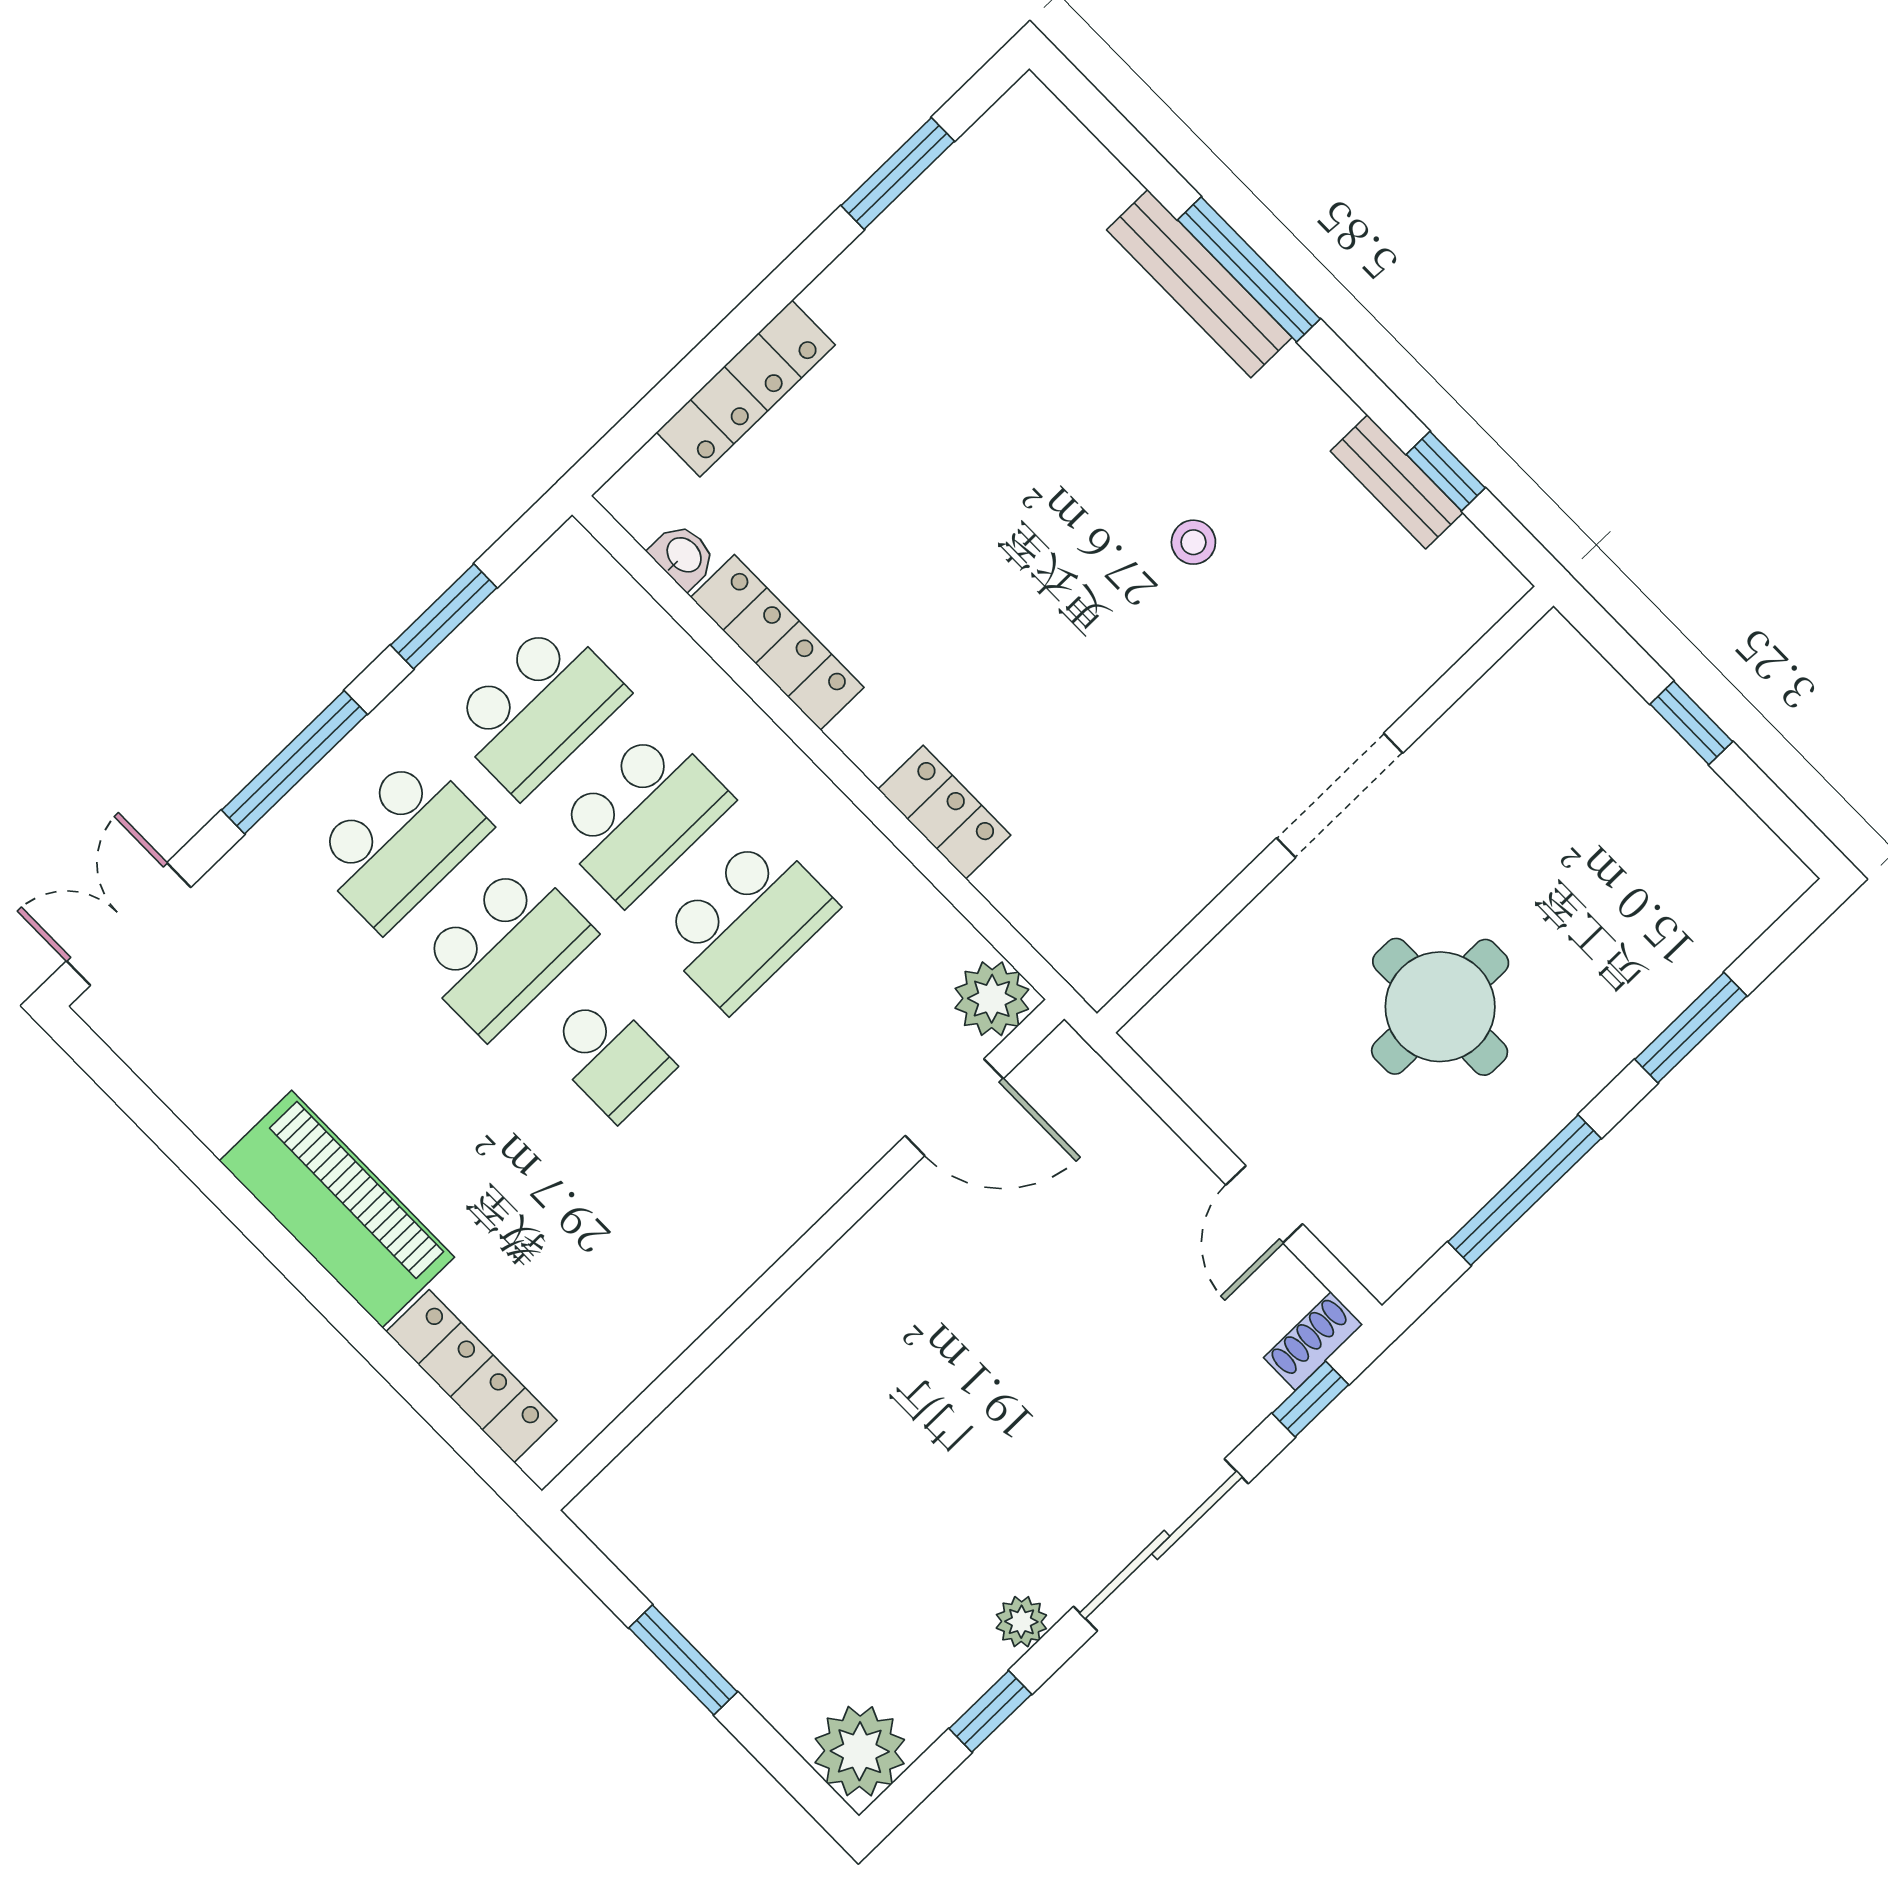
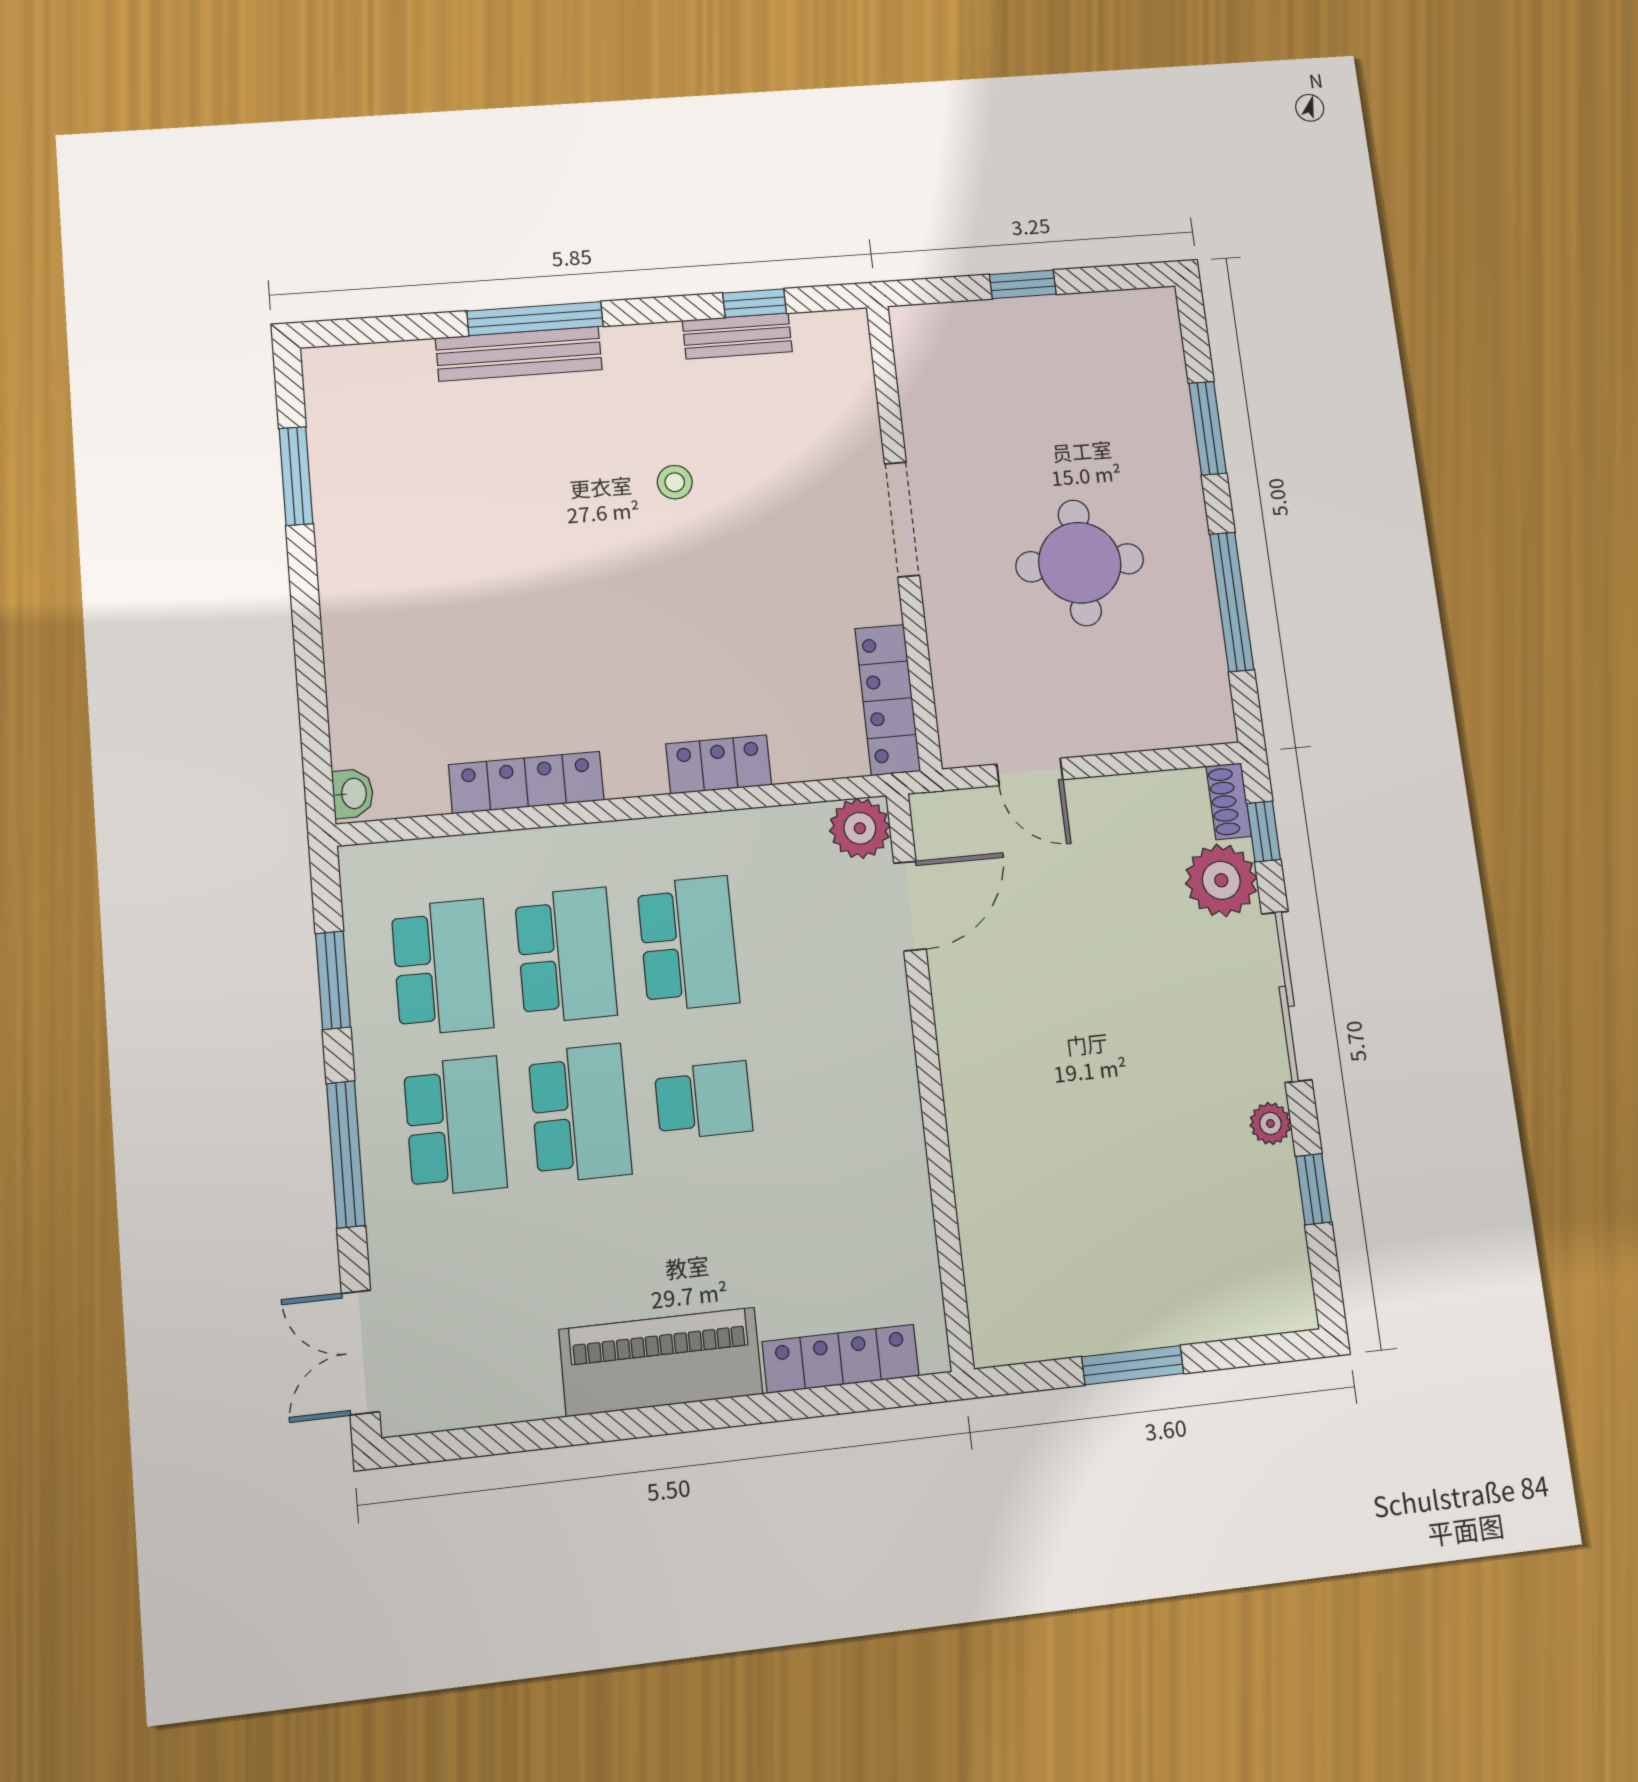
locker: (746, 388) -> (888, 700), moved, turned 180
washbasin: (683, 556) -> (353, 794), moved, turned 90
door: (1264, 1204) -> (1030, 772), moved
plant: (860, 1751) -> (1221, 880), moved

